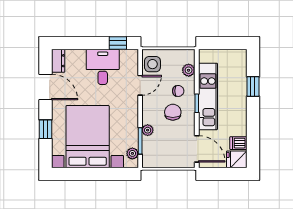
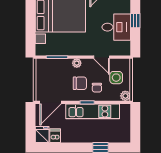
window: (118, 43) -> (135, 21), moved
side table: (152, 64) -> (116, 78), moved
plant: (189, 70) -> (125, 96), moved
plant: (148, 130) -> (77, 63), moved
plant: (132, 153) -> (47, 51), removed

